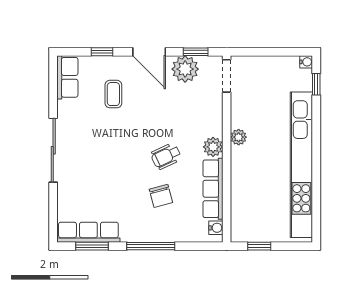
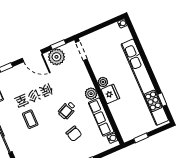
window: (316, 84) -> (162, 100), moved
coffee table: (113, 94) -> (30, 119), moved
fridge: (242, 160) -> (110, 94), added

